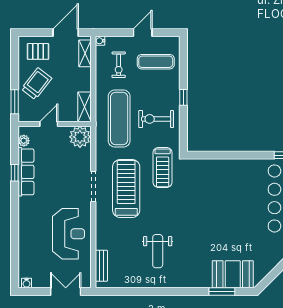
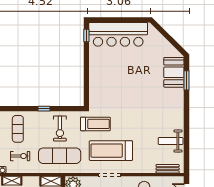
weight bench: (158, 251) -> (171, 141), moved, turned 180

